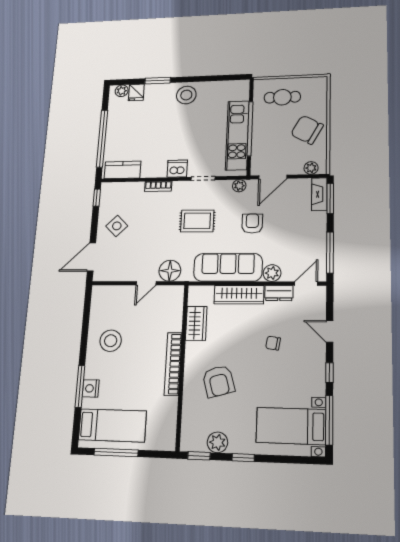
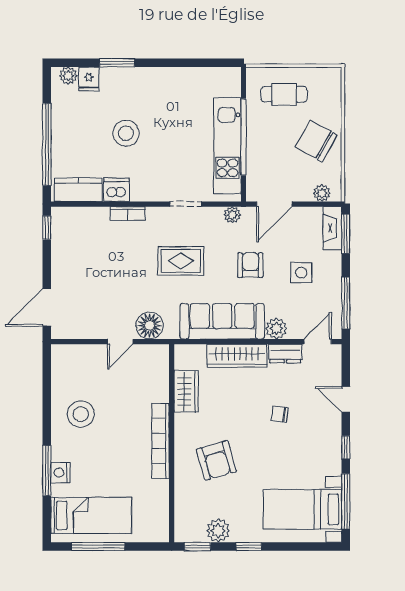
stool: (186, 95) -> (126, 133), moved
dishwasher: (177, 169) -> (116, 190), moved
side table: (117, 226) -> (301, 273), moved, turned 45

